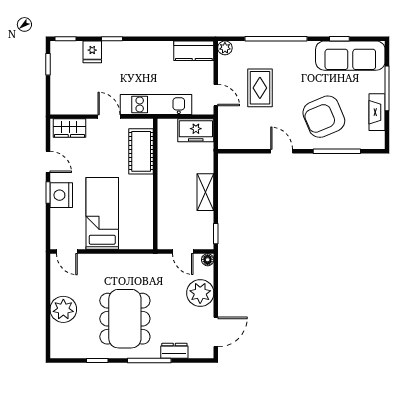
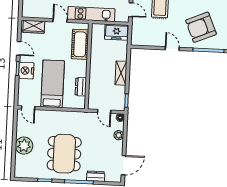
dresser: (145, 216) -> (81, 87), added
plant: (200, 293) -> (119, 135), width x0.53, depth x0.53

